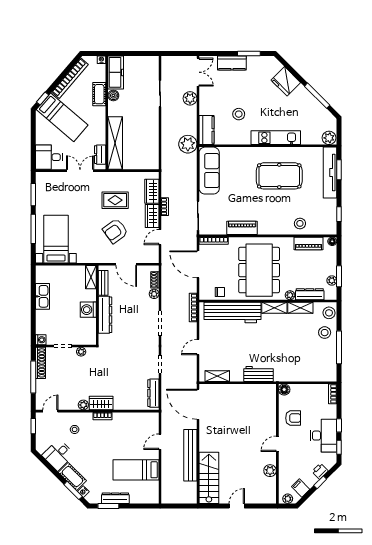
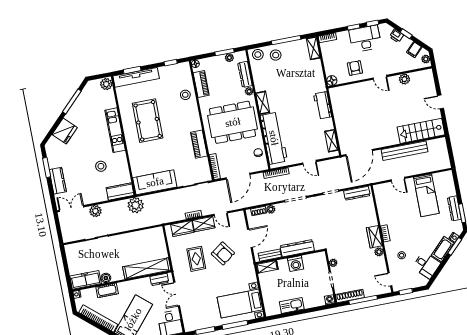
shelving: (300, 308) -> (313, 48), moved

